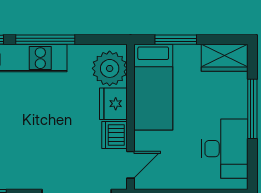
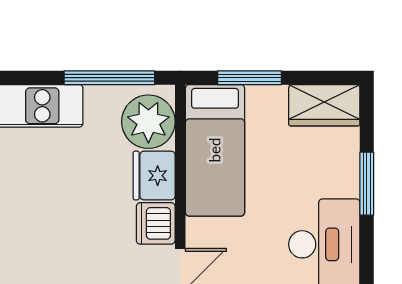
window: (45, 40) -> (109, 78), moved
window: (252, 109) -> (367, 184), width x0.69

